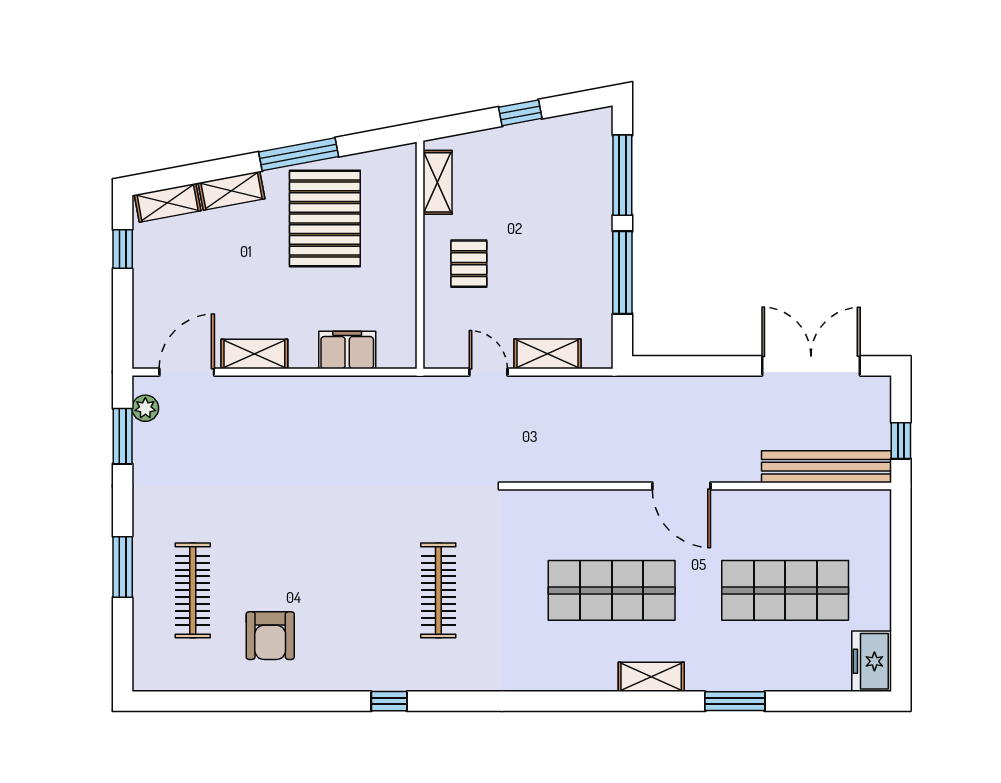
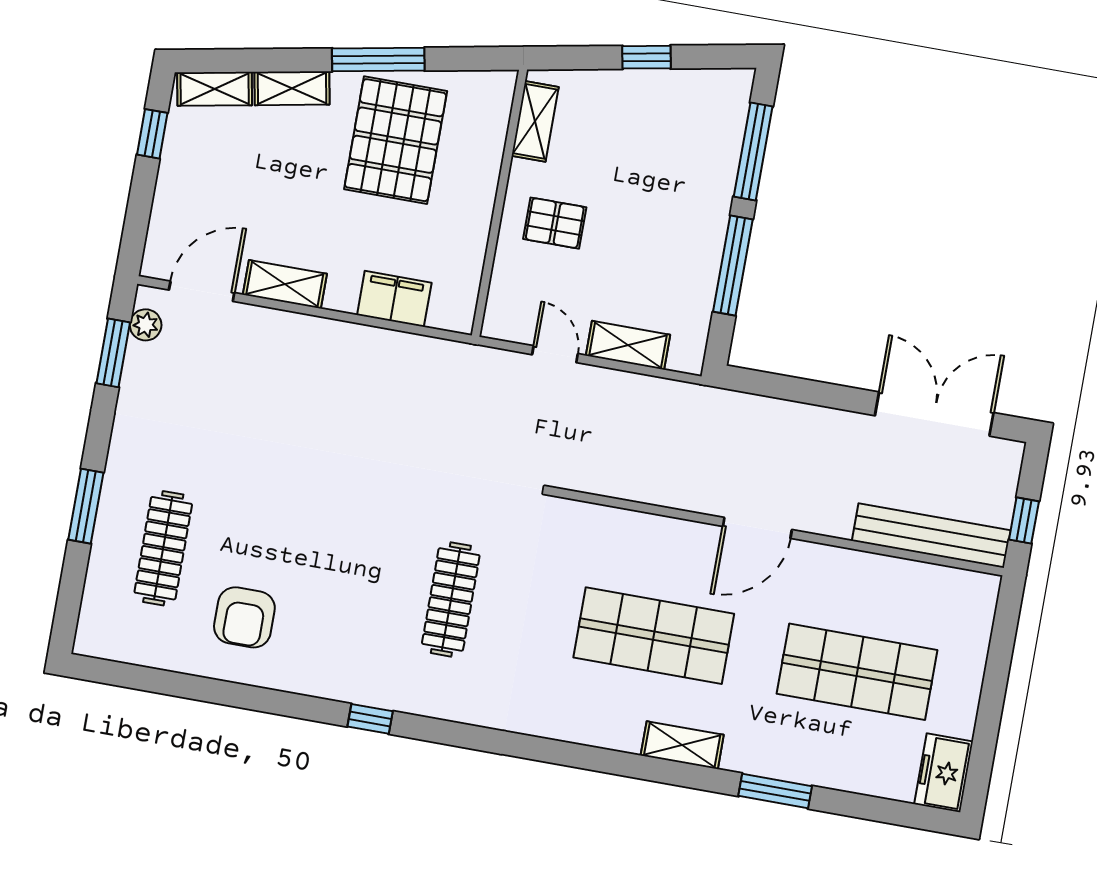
pallet: (469, 264) -> (555, 223), turned 90
door: (681, 486) -> (757, 528), hinge flipped

